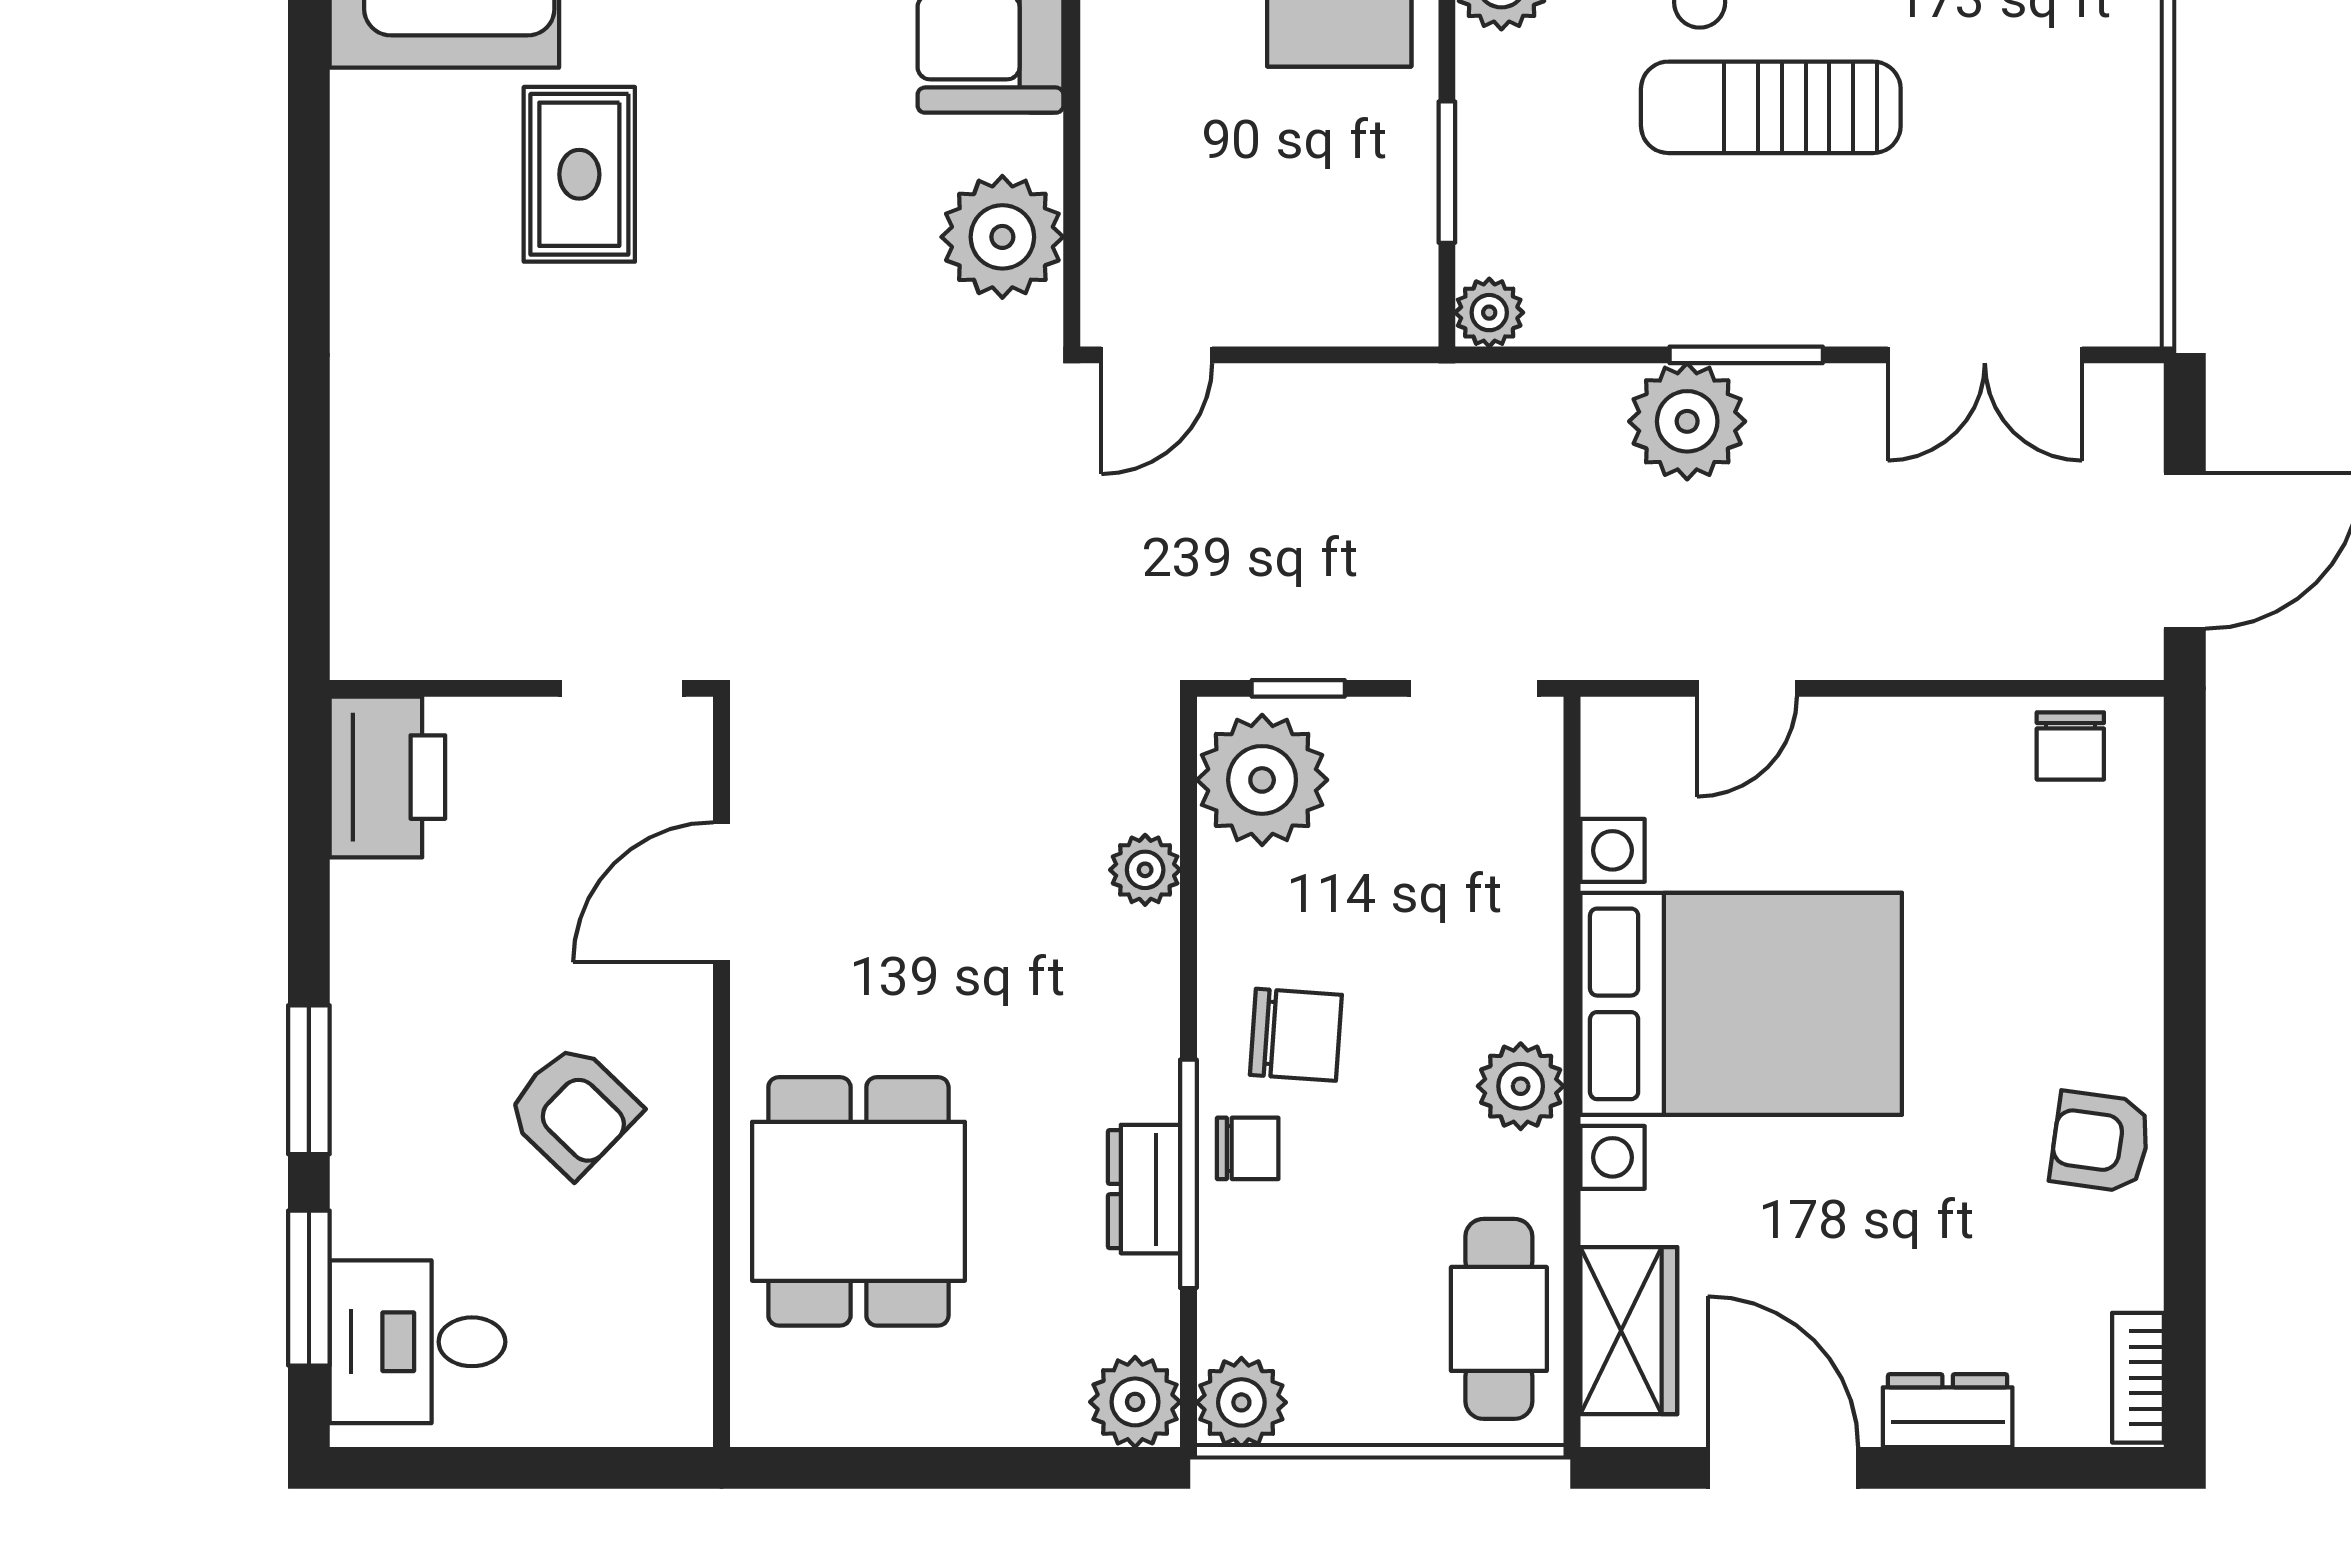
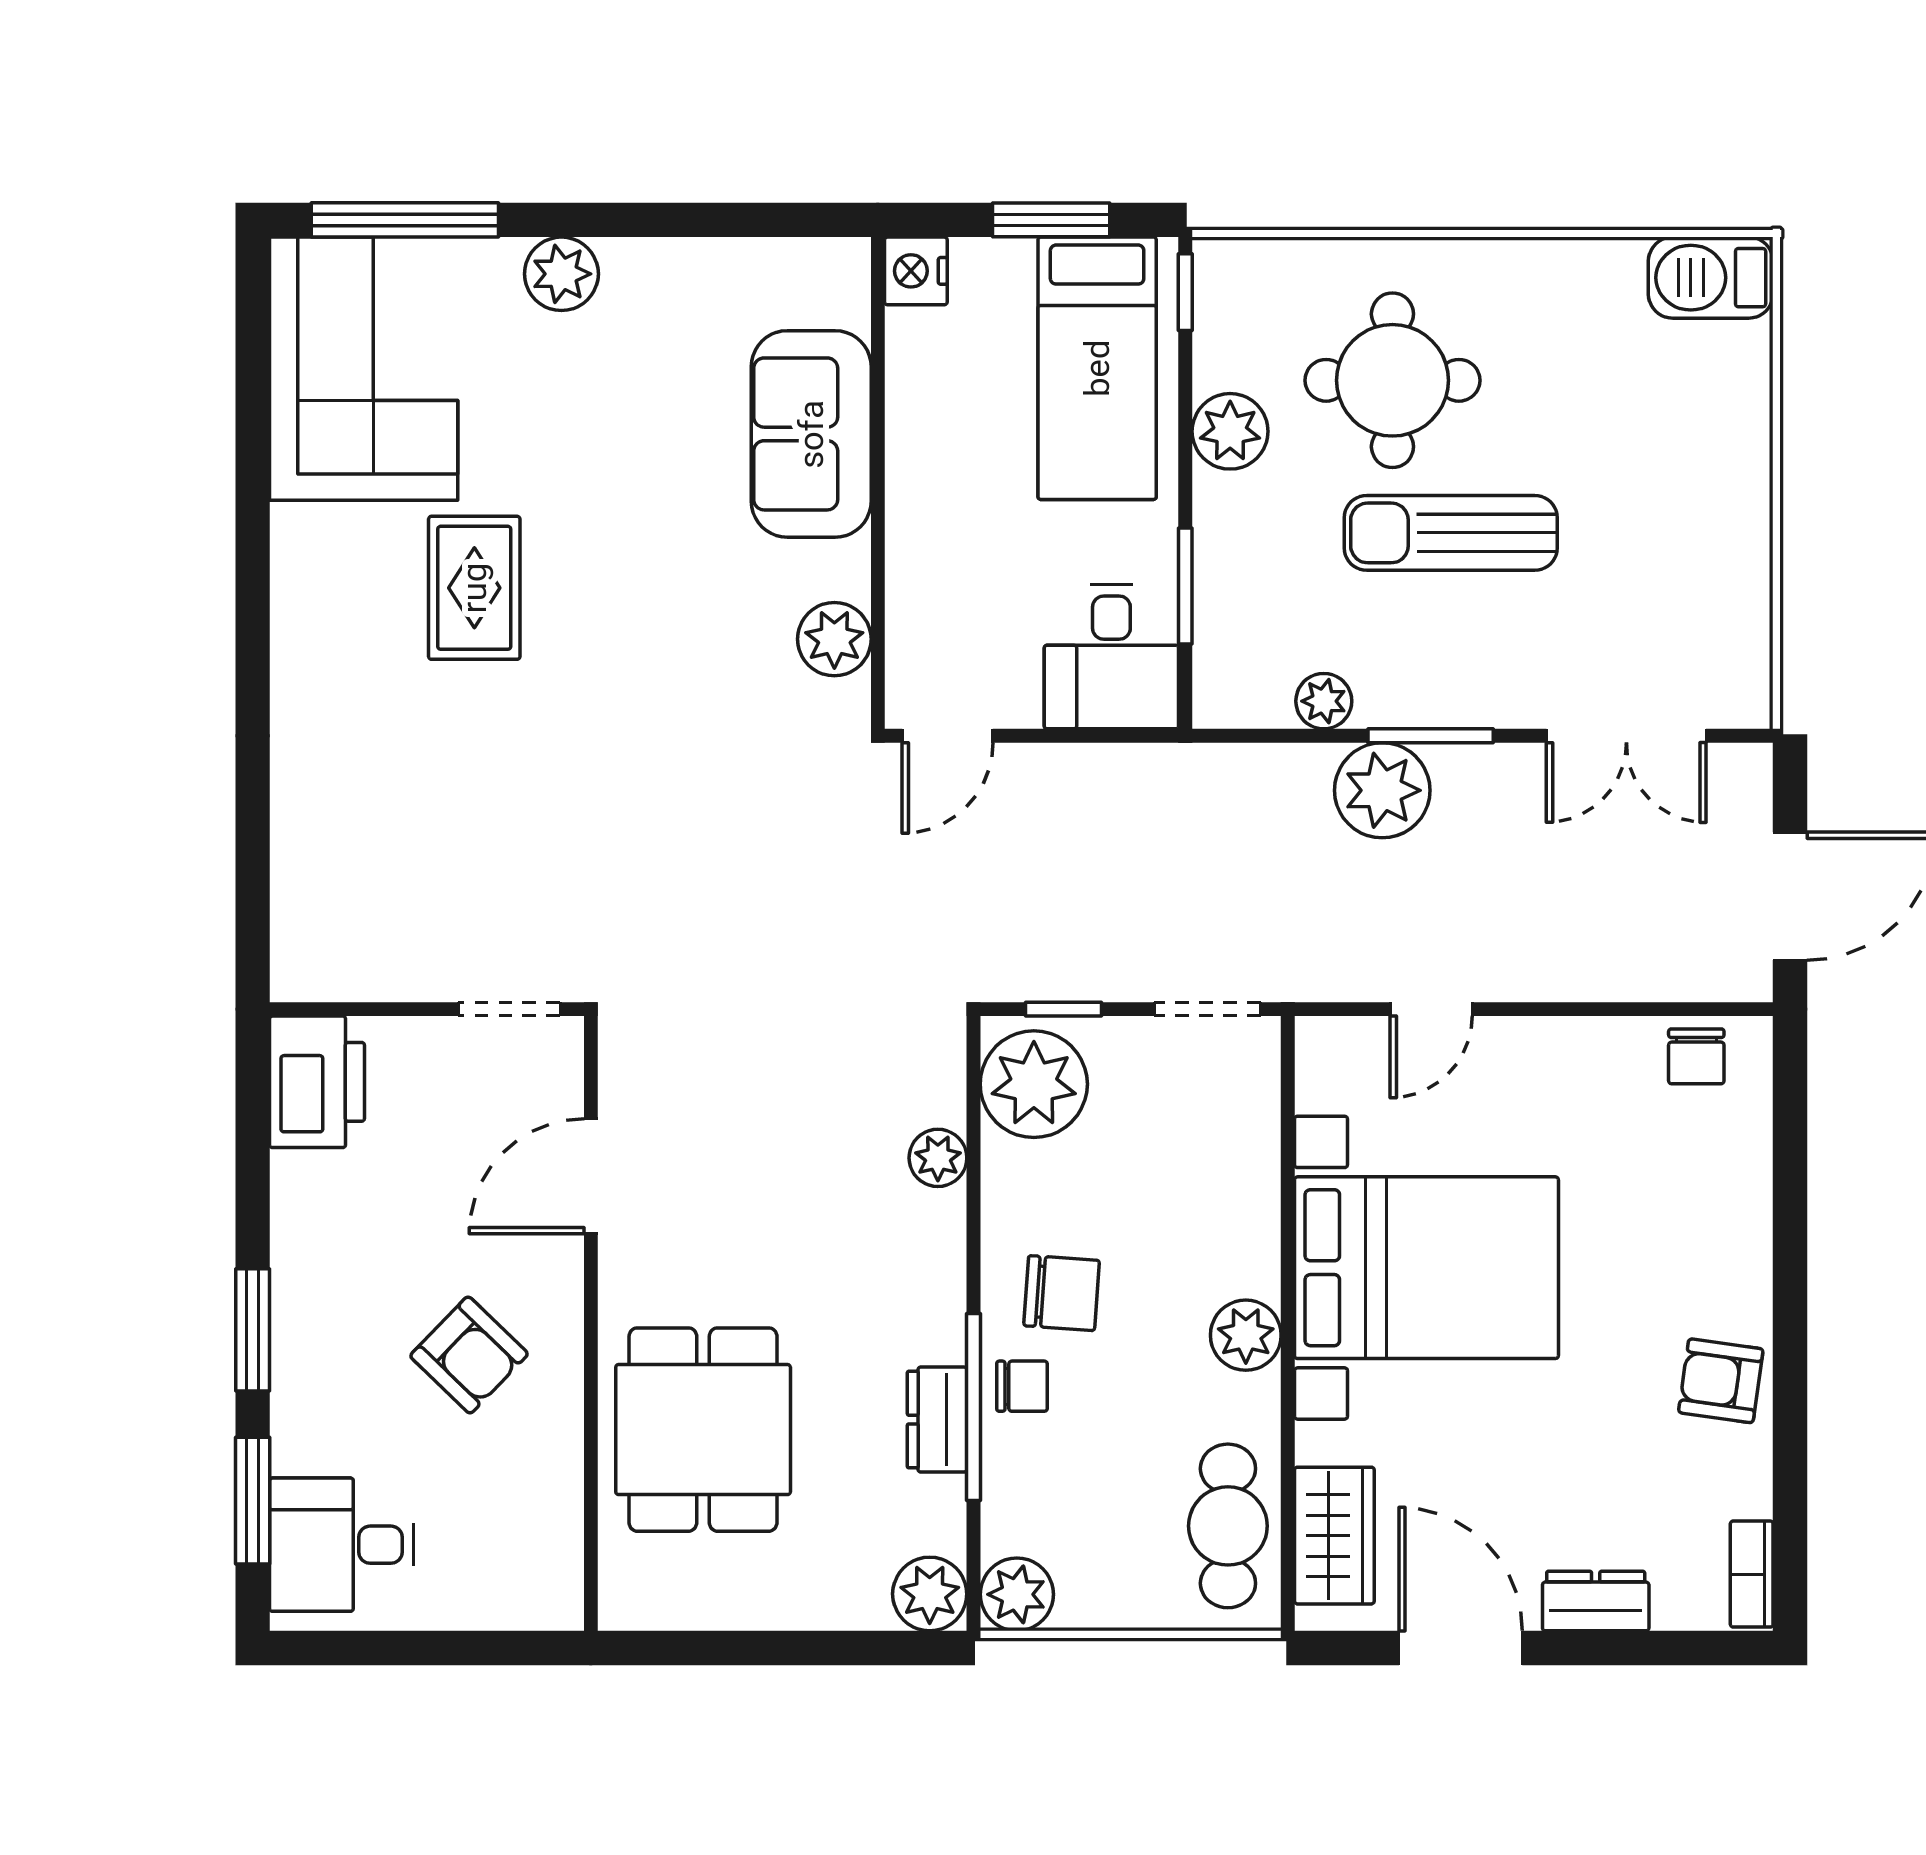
plant: (1002, 237) -> (834, 639), width x0.73, depth x0.73
desk: (1357, 258) -> (1111, 657), added
plant: (1489, 313) -> (1324, 701), moved

